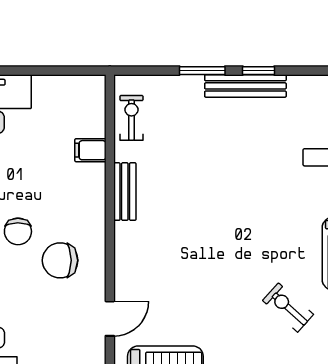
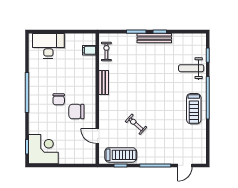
filing cabinet: (90, 150) -> (89, 50), moved
exercise bike: (288, 307) -> (136, 124), moved
door: (110, 319) -> (97, 136), swing flipped

